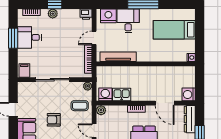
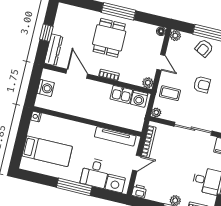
washing machine: (189, 94) -> (46, 88), moved

